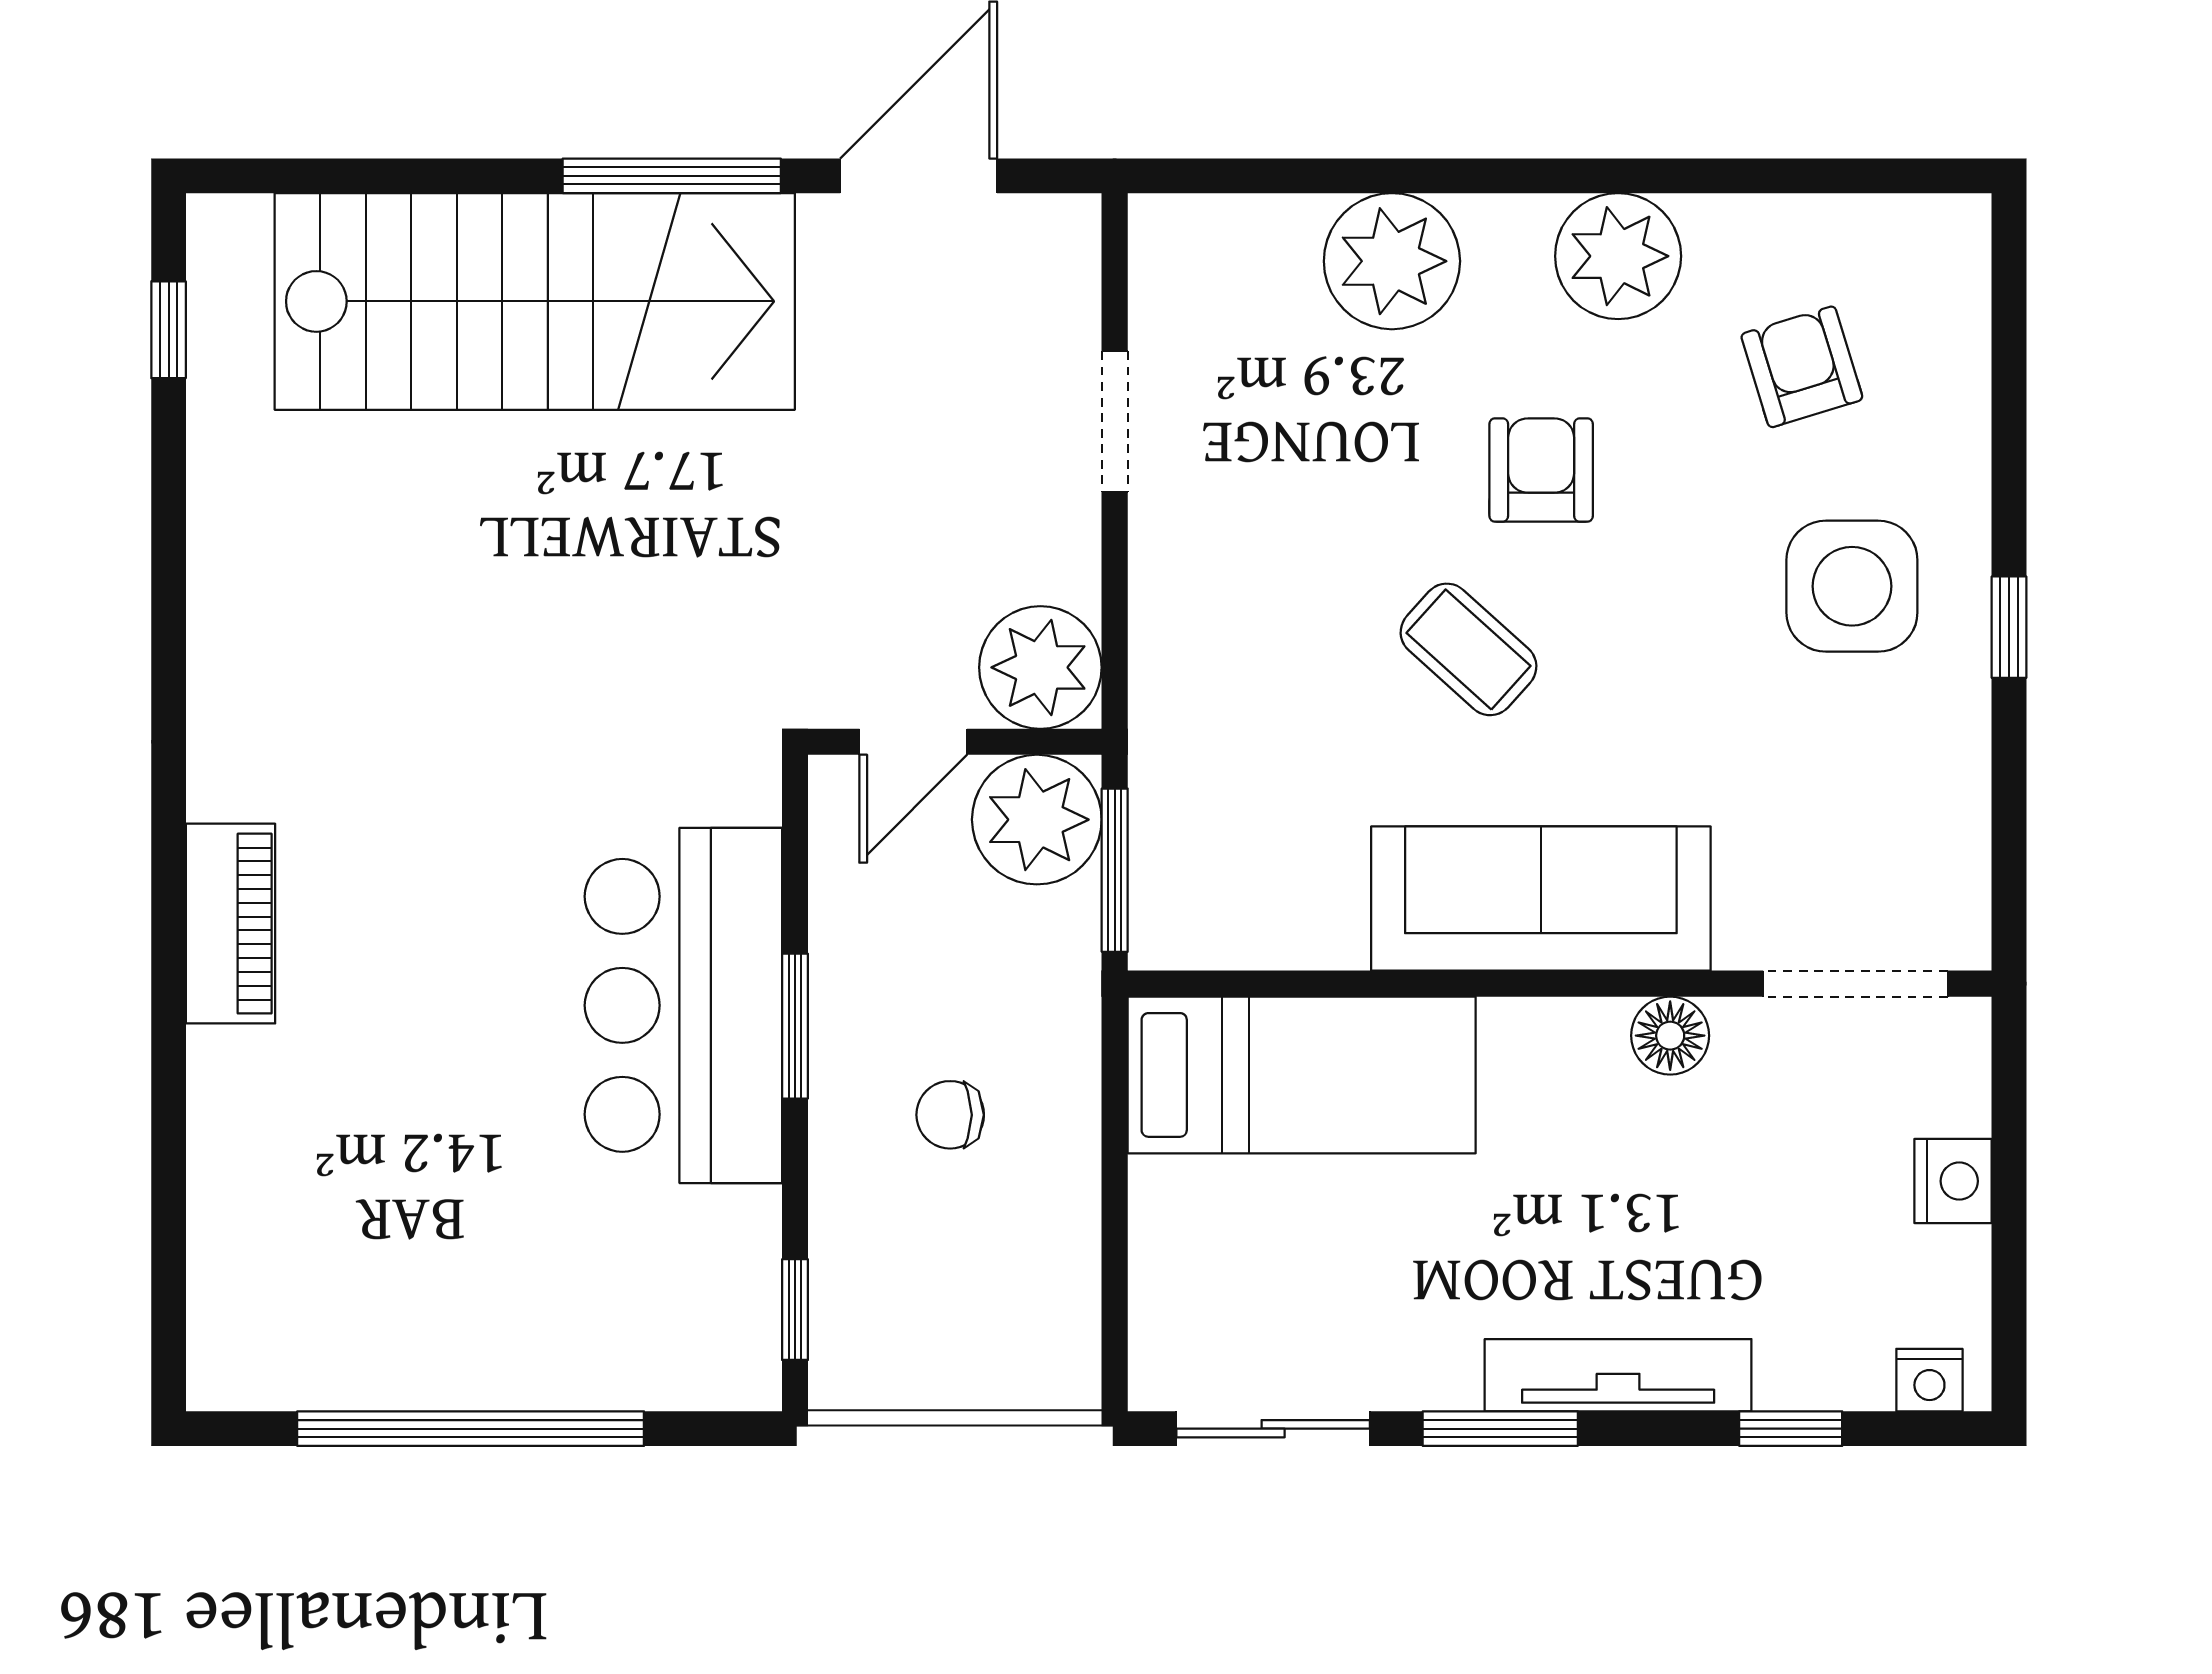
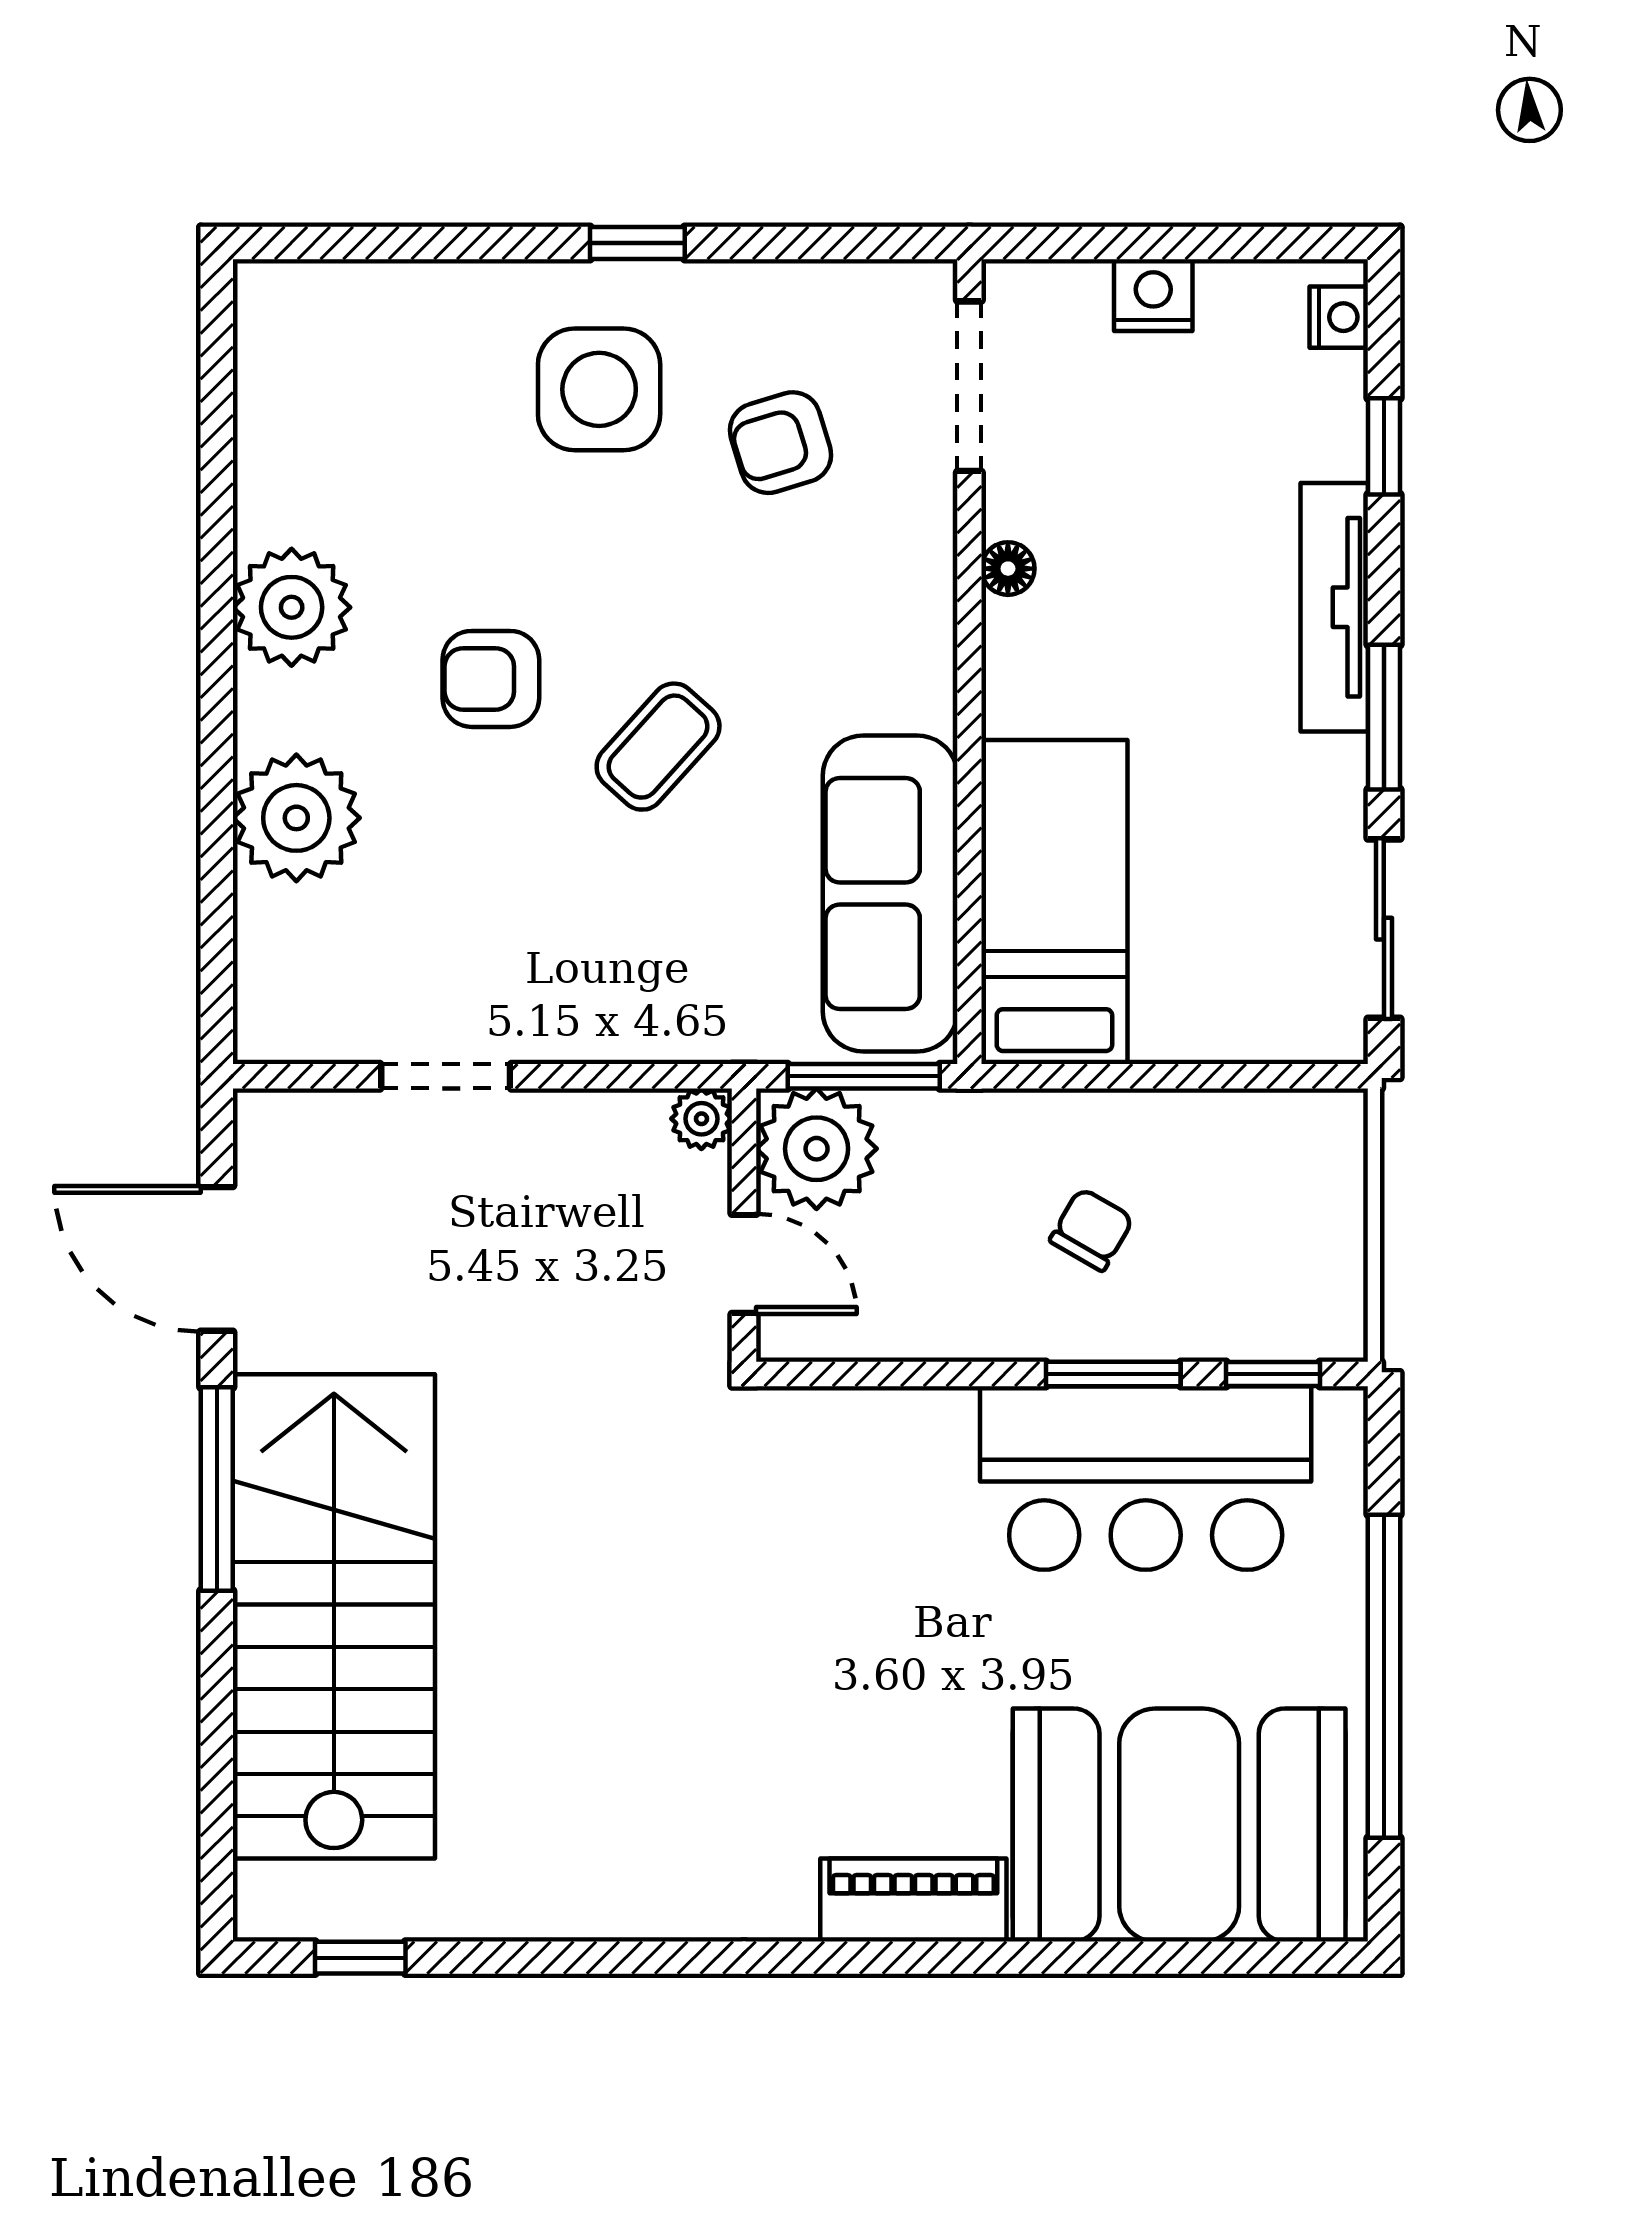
armchair: (1802, 367) -> (780, 443), moved
plant: (1040, 667) -> (701, 1119), width x0.53, depth x0.53
sofa: (1541, 899) -> (890, 893), moved
bar counter: (683, 1005) -> (1146, 1478), moved
window: (795, 1026) -> (1113, 1374), moved
floor lamp: (1670, 1036) -> (1008, 569), width x0.73, depth x0.73
chair: (950, 1115) -> (1092, 1229), turned -150
booth: (311, 1209) -> (1179, 1825), added

